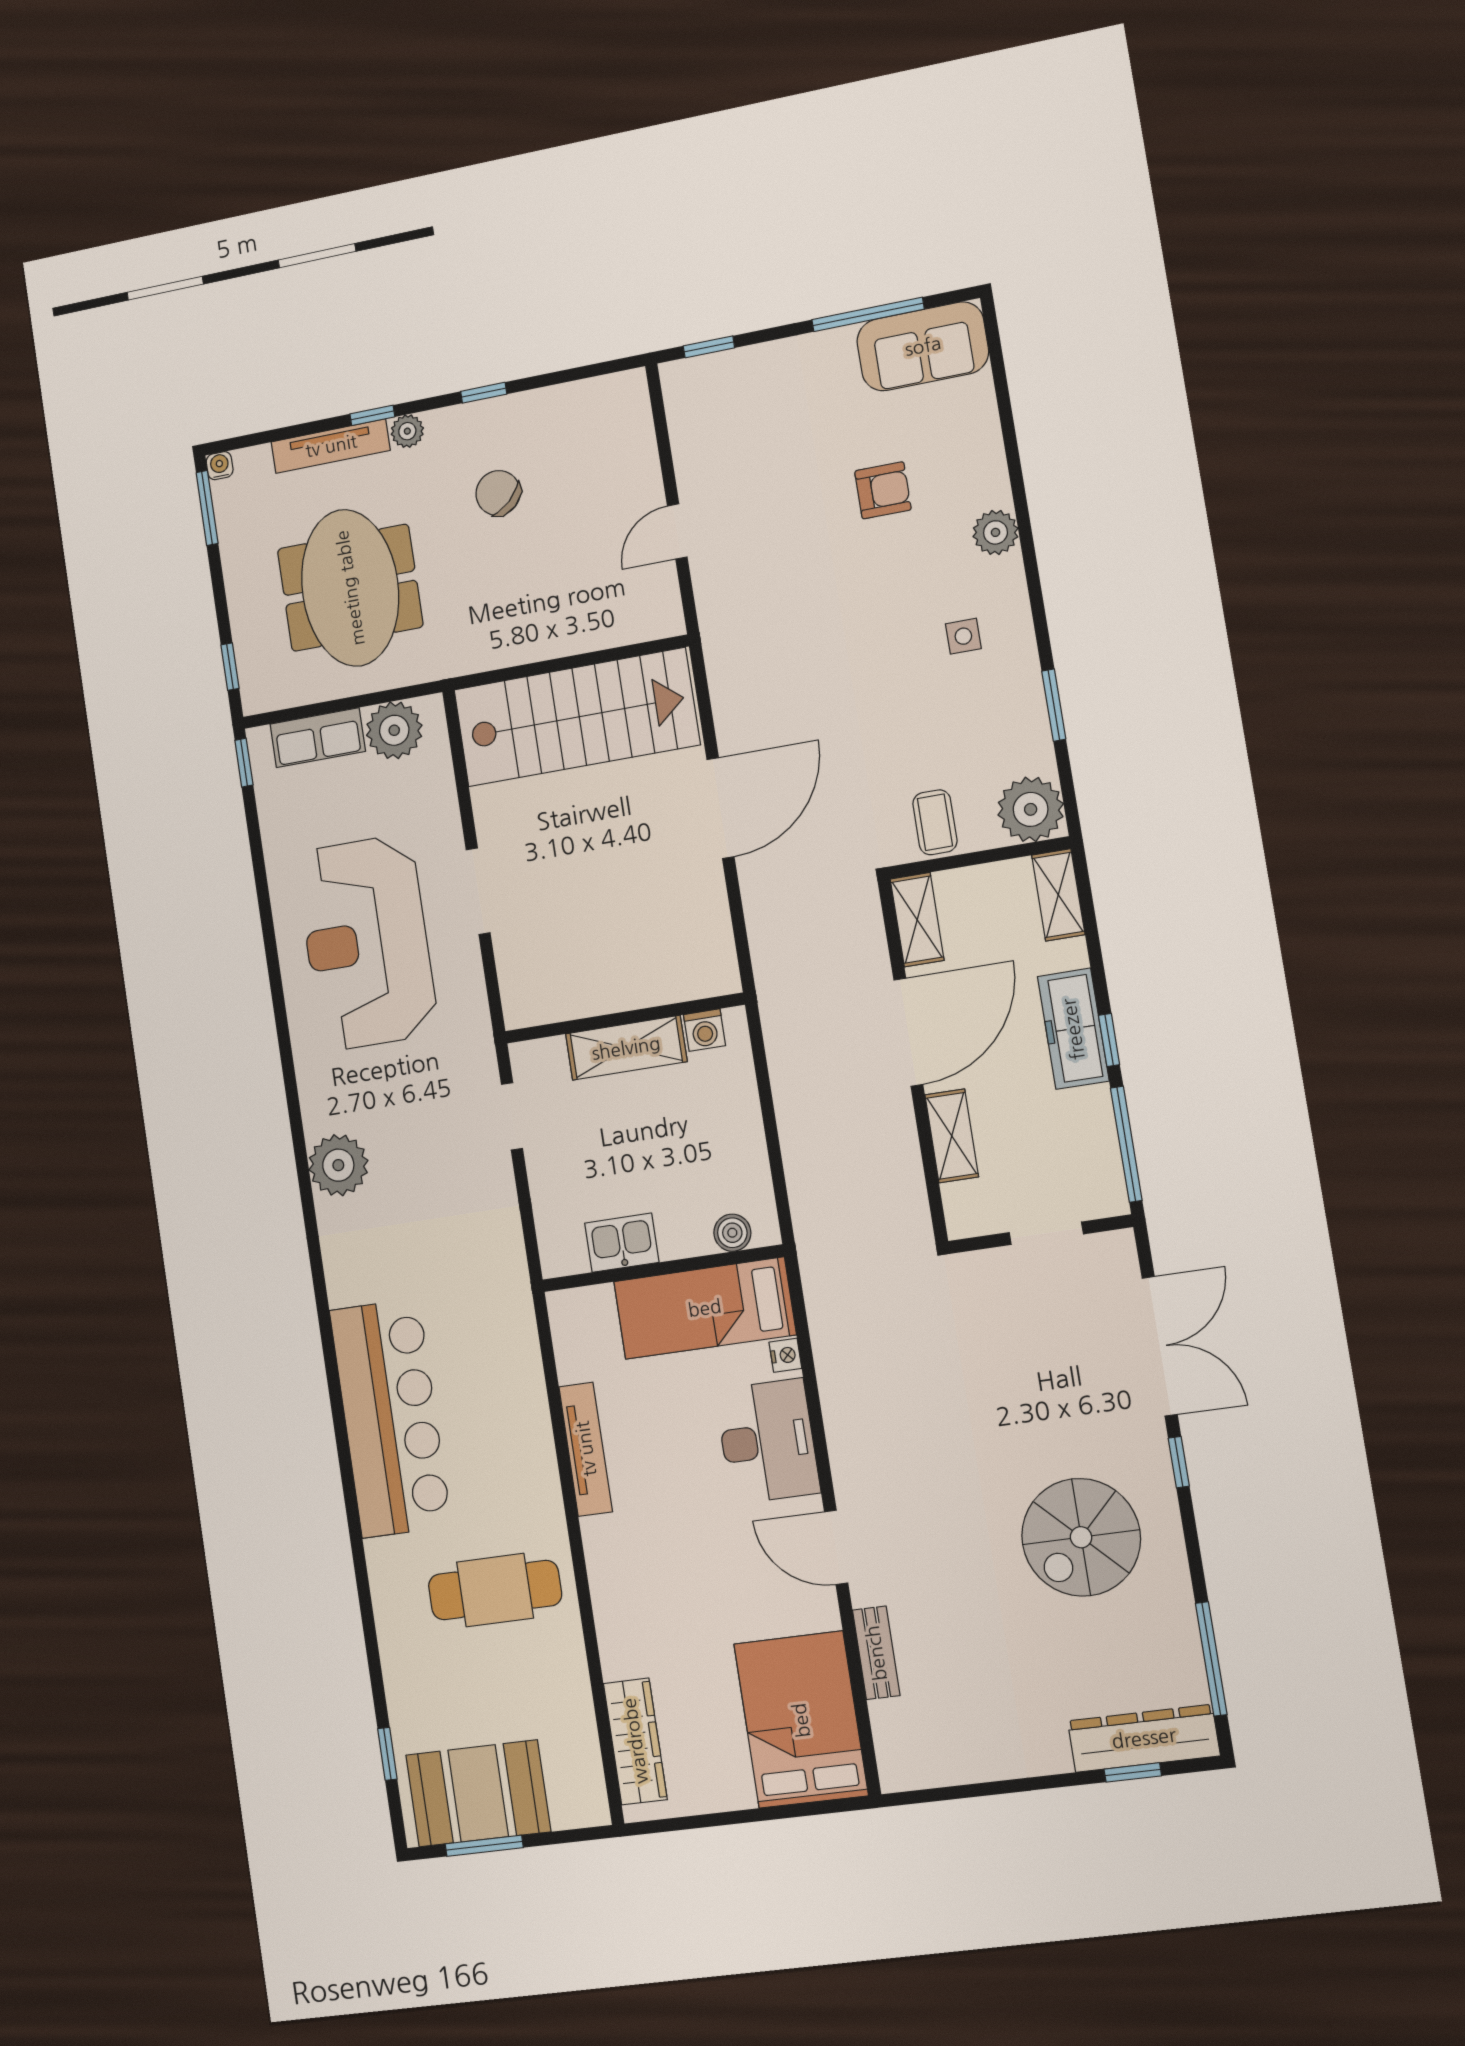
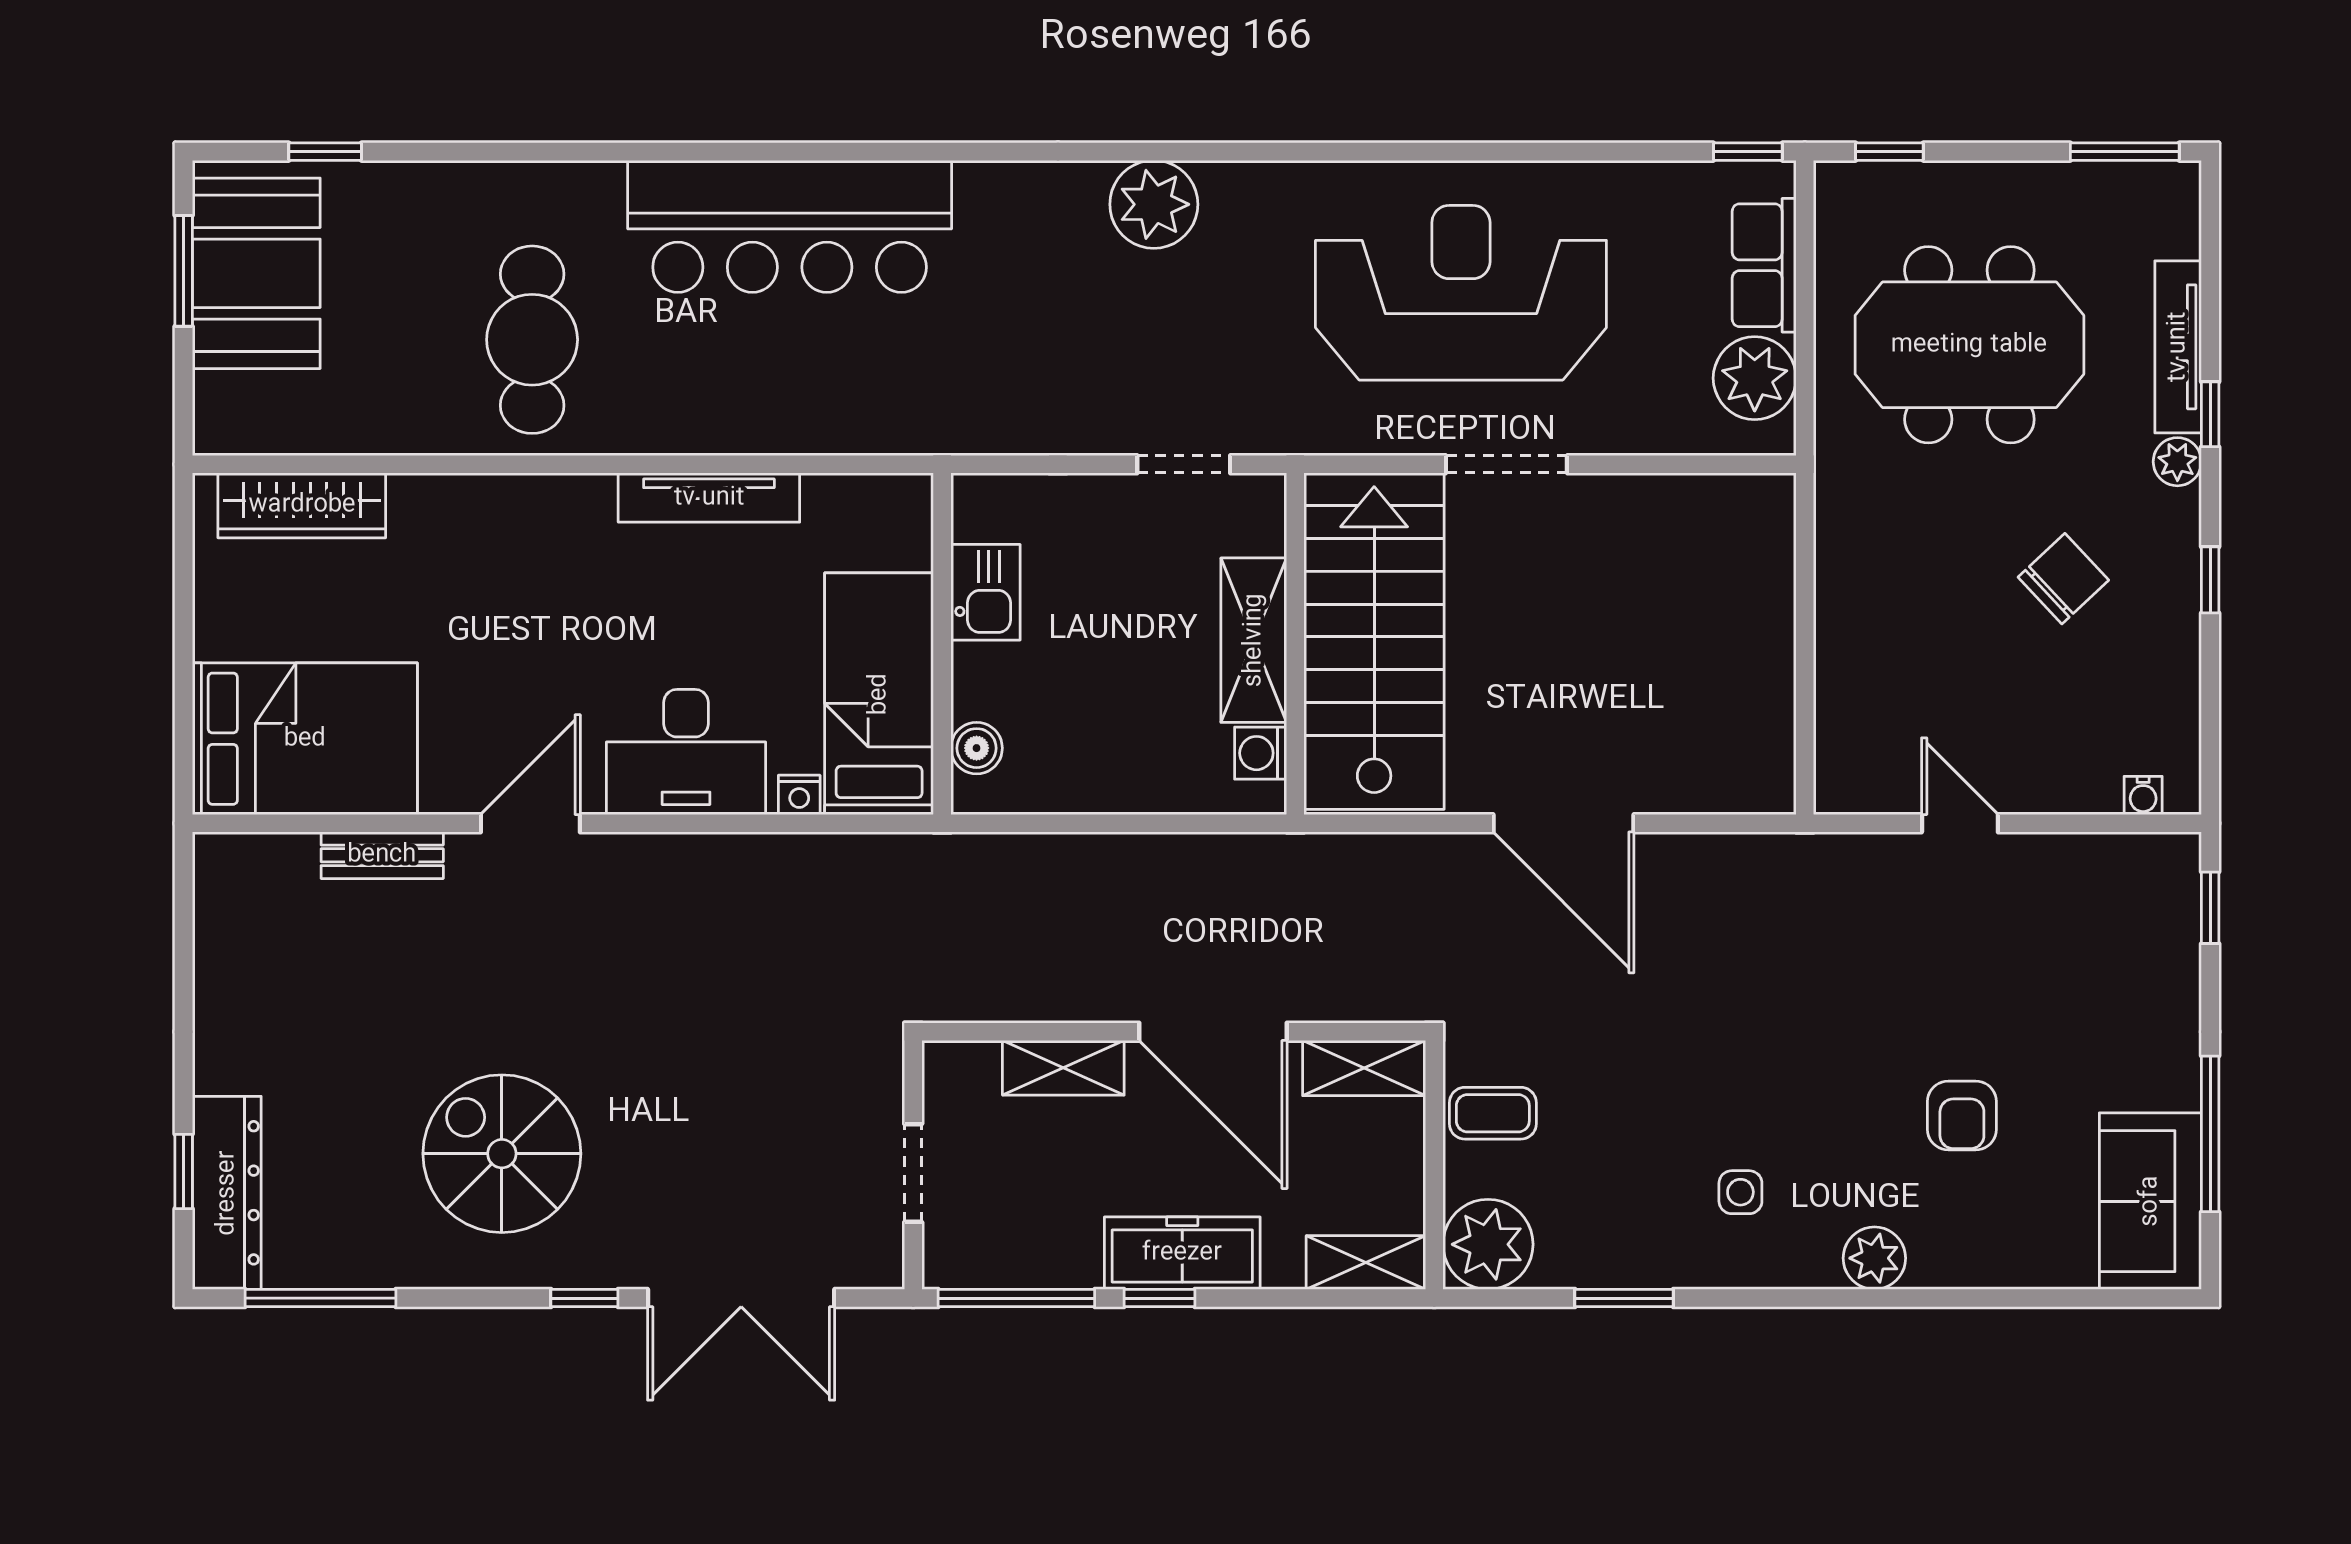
water cooler: (220, 466) -> (2143, 795), moved, turned 90
stairs: (576, 717) -> (1374, 641), moved, turned 180

